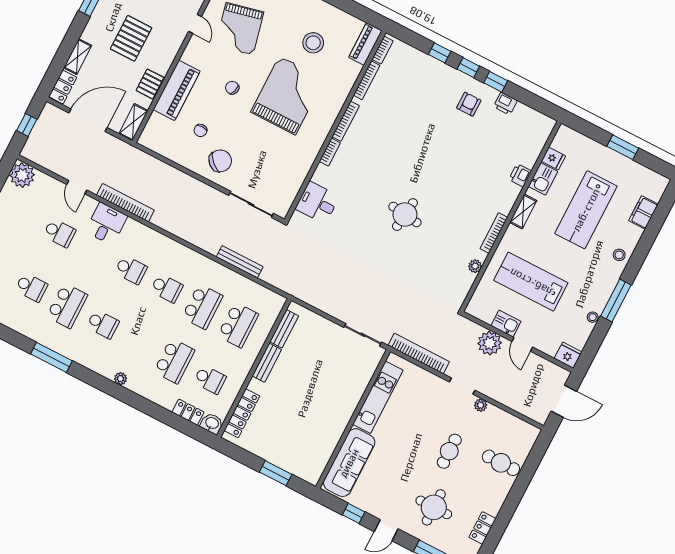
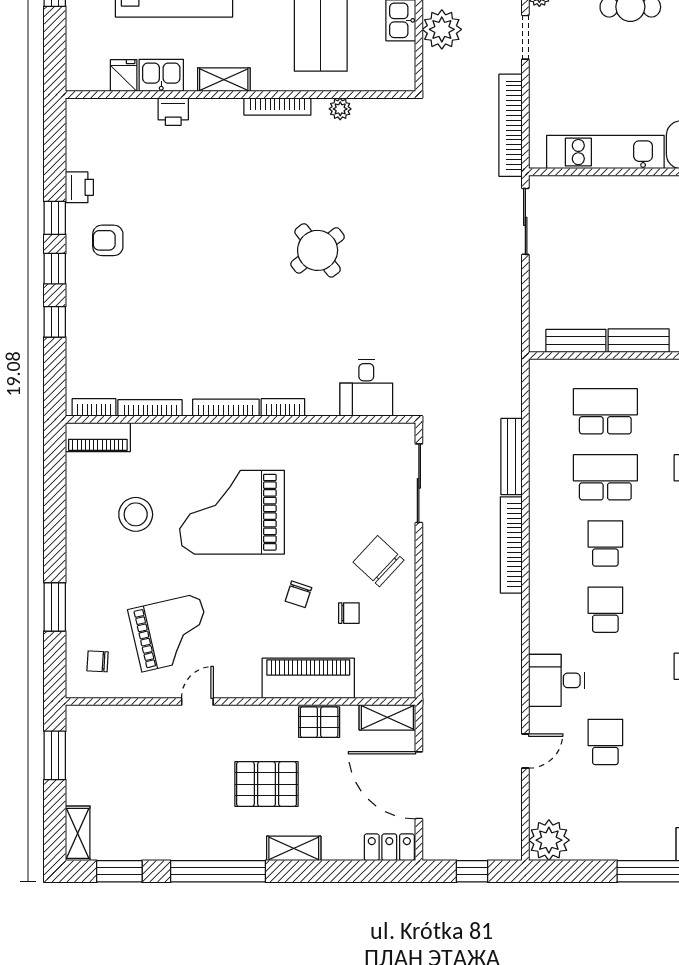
shelving: (78, 57) -> (294, 848), moved
chair: (232, 88) -> (298, 594), moved
bookcase: (125, 203) -> (511, 545), moved
round table: (405, 215) -> (318, 250), turned 45

